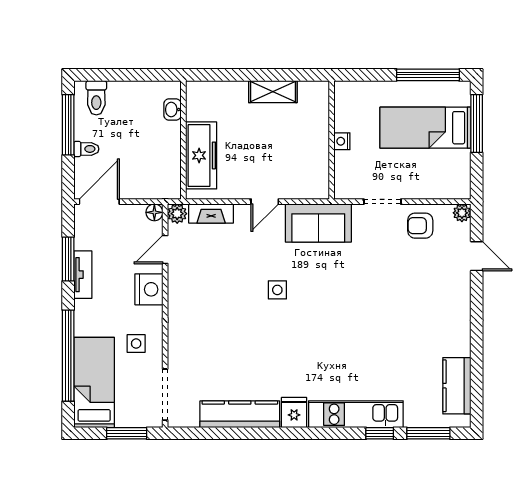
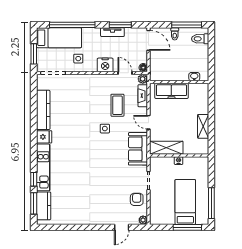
shelving: (316, 166) -> (166, 148), added
coffee table: (230, 265) -> (117, 105), added
kitchen counter: (457, 386) -> (44, 206), moved, turned 90

